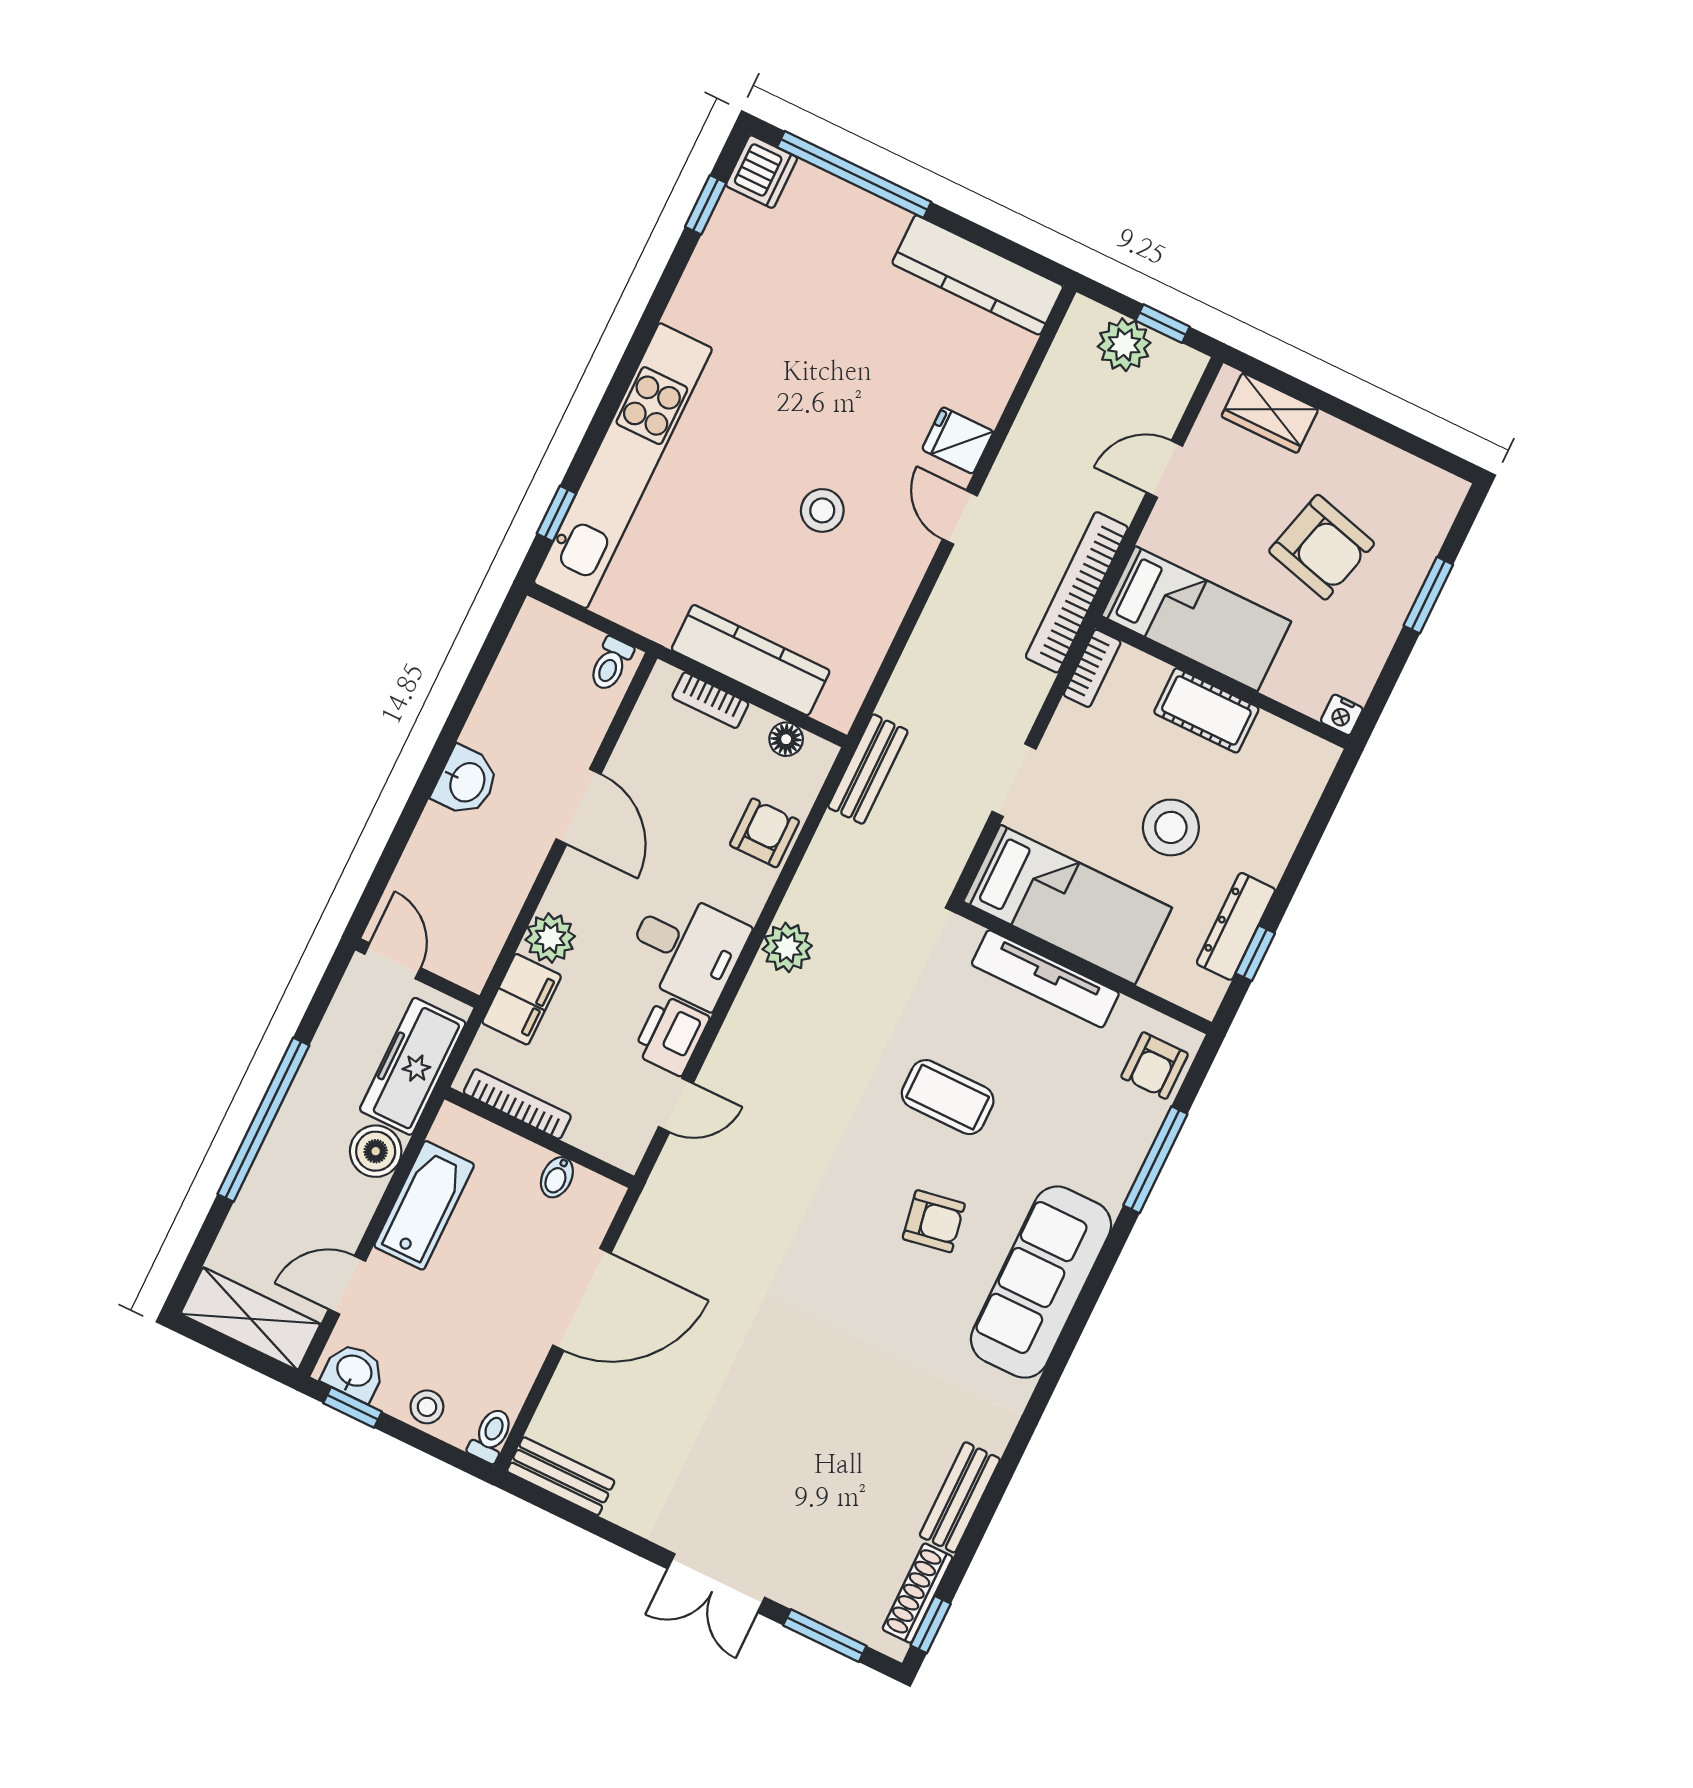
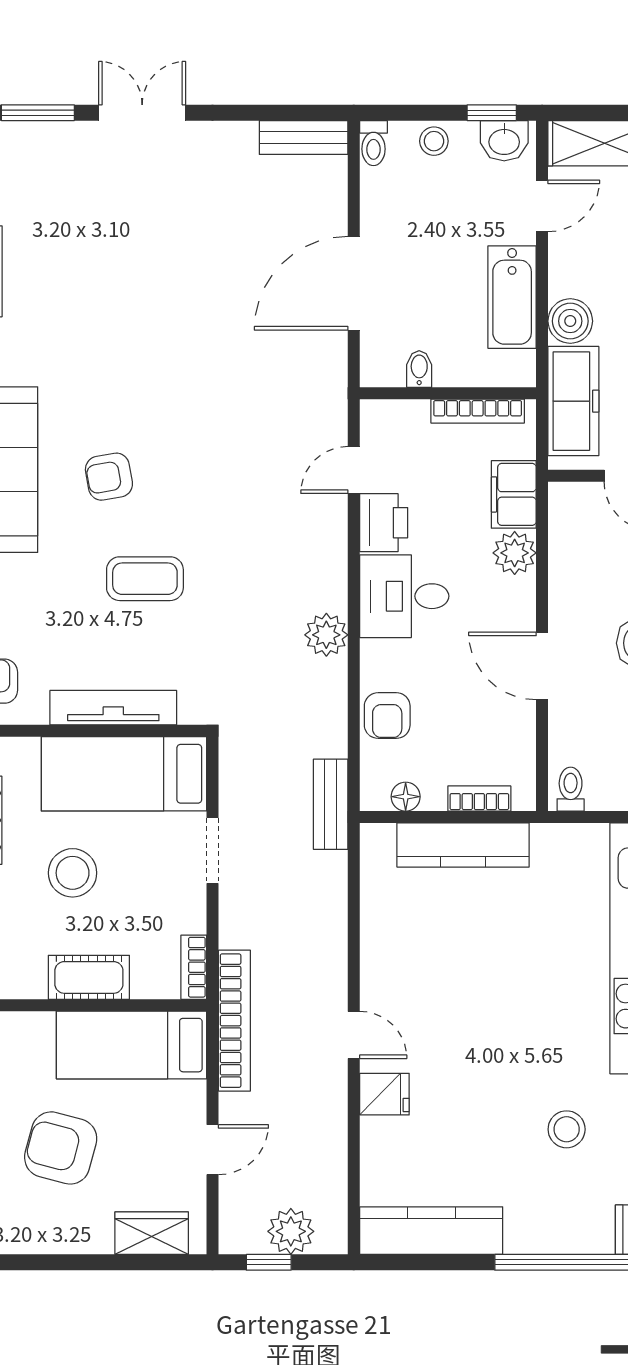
stool: (822, 510) -> (567, 1129), moved

